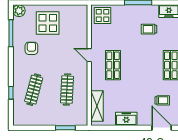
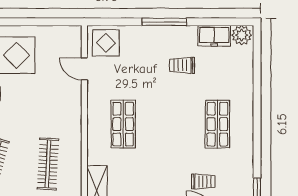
door: (89, 55) -> (84, 69), moved

